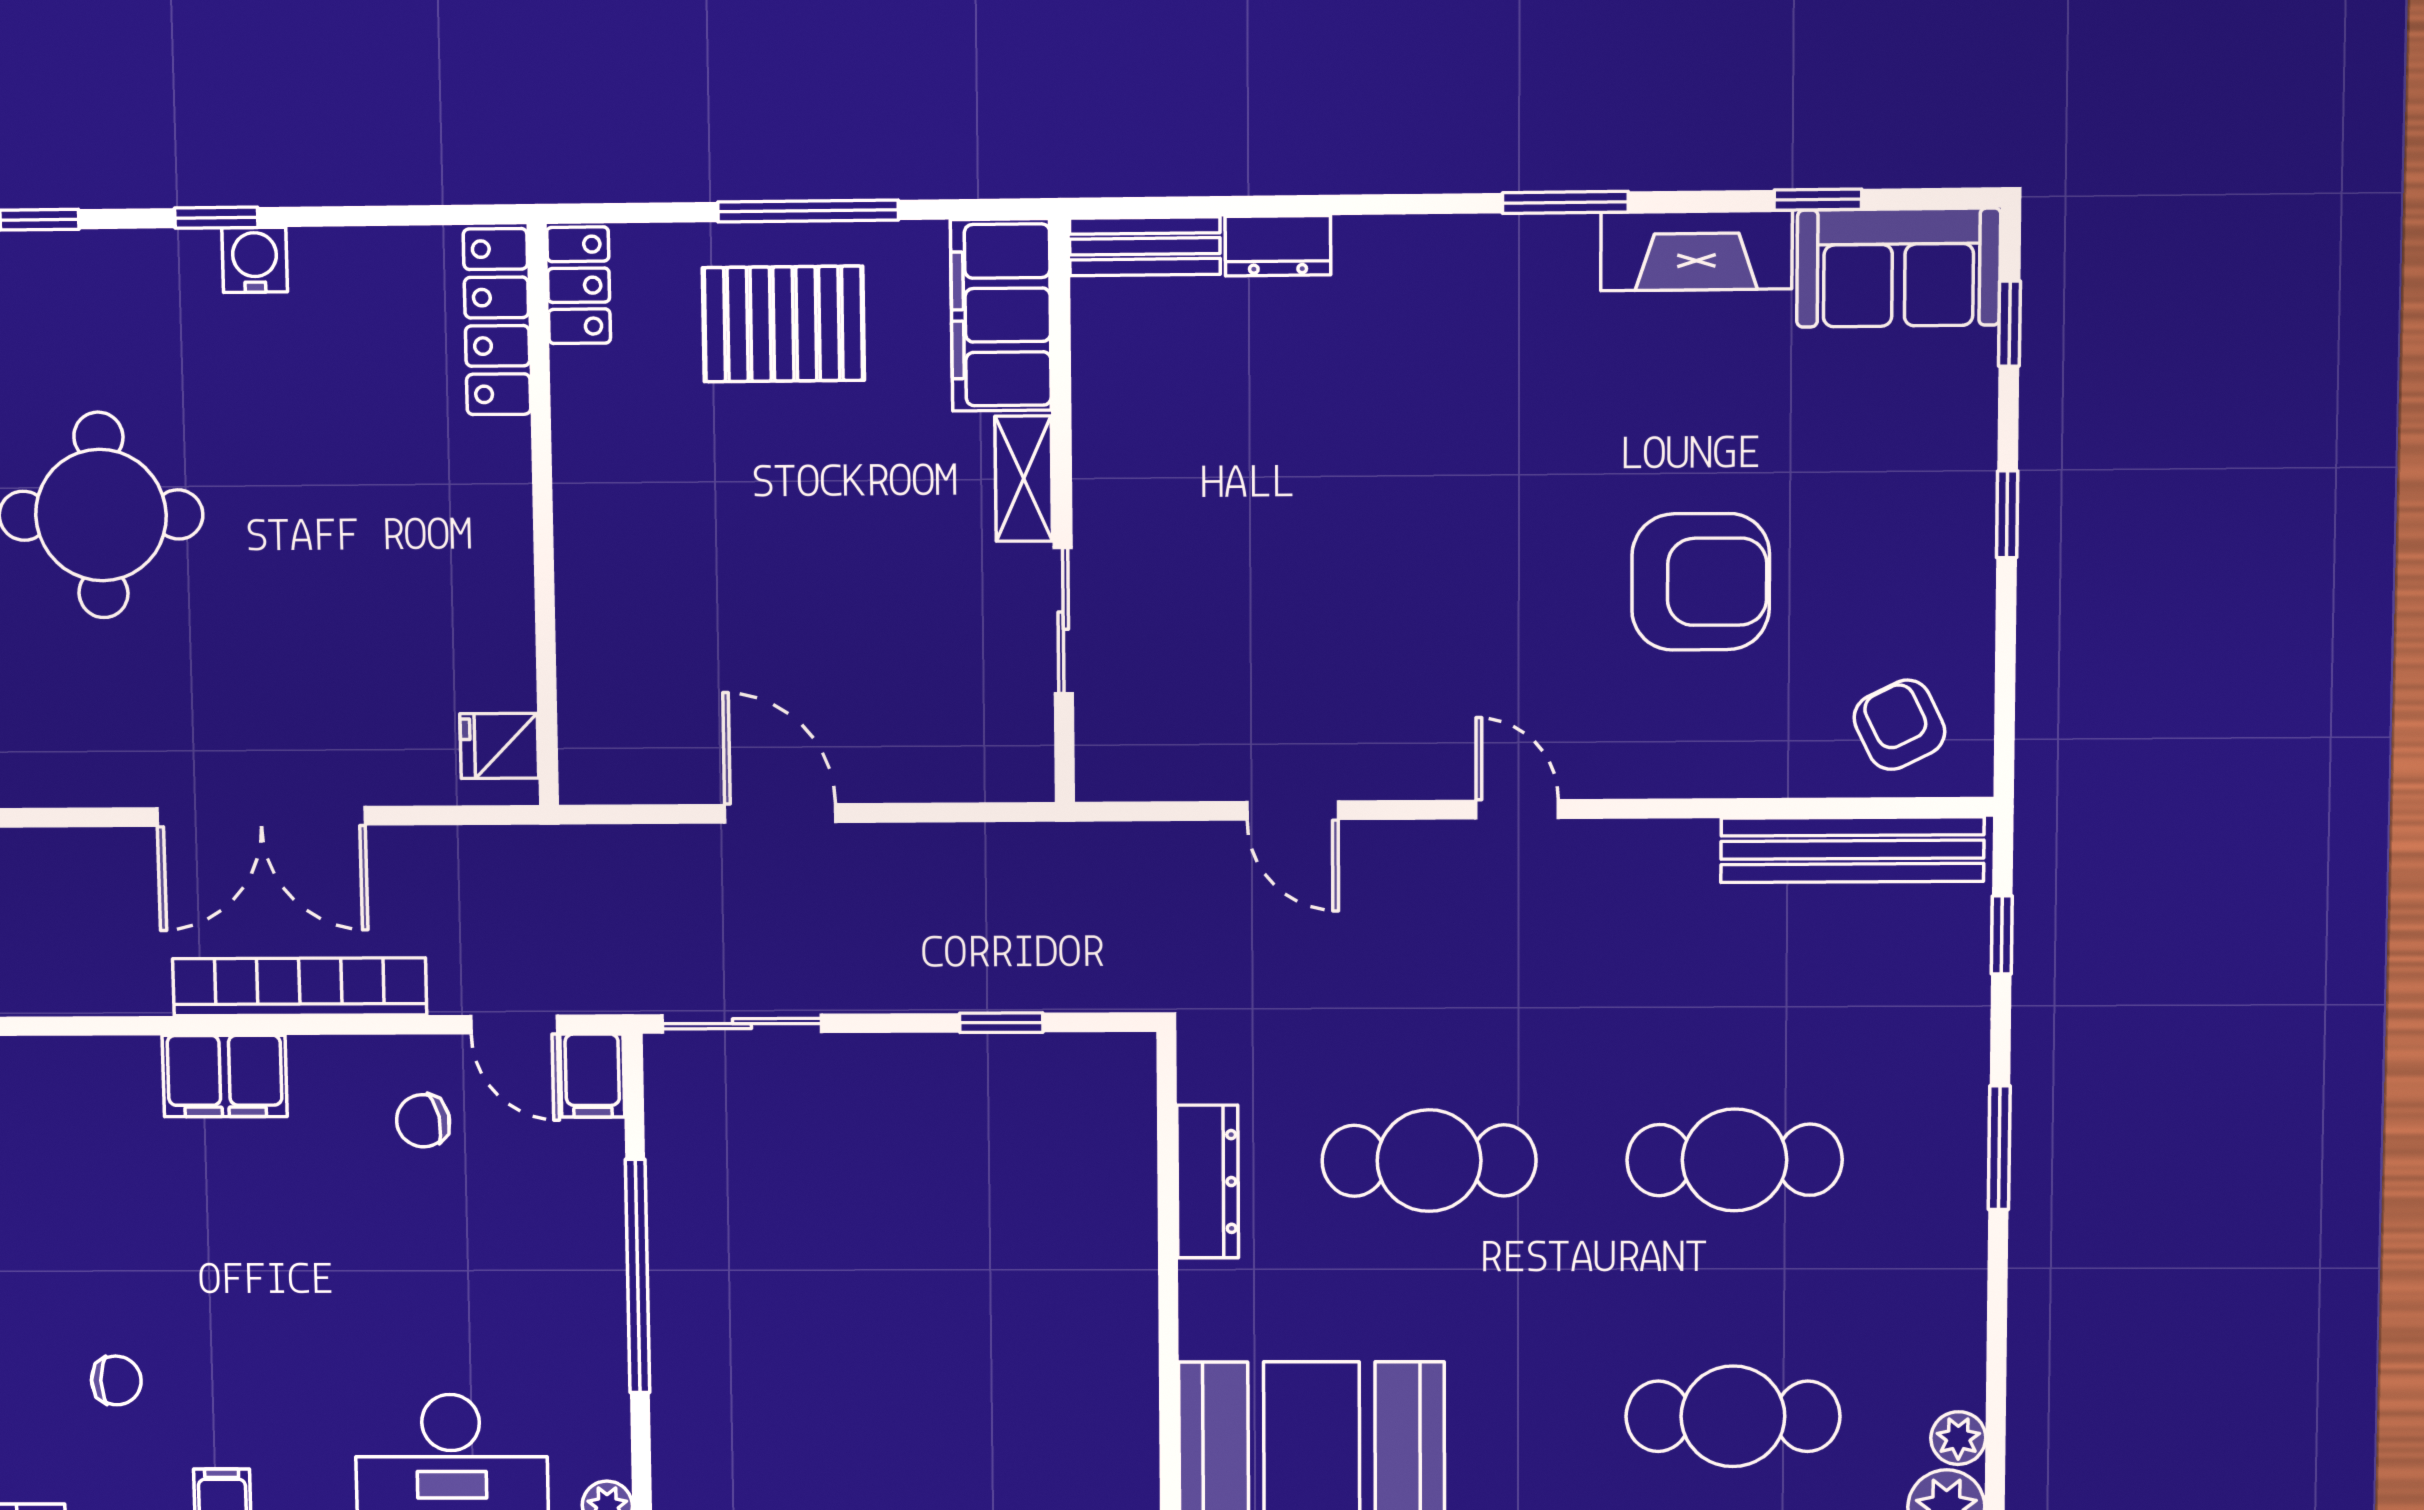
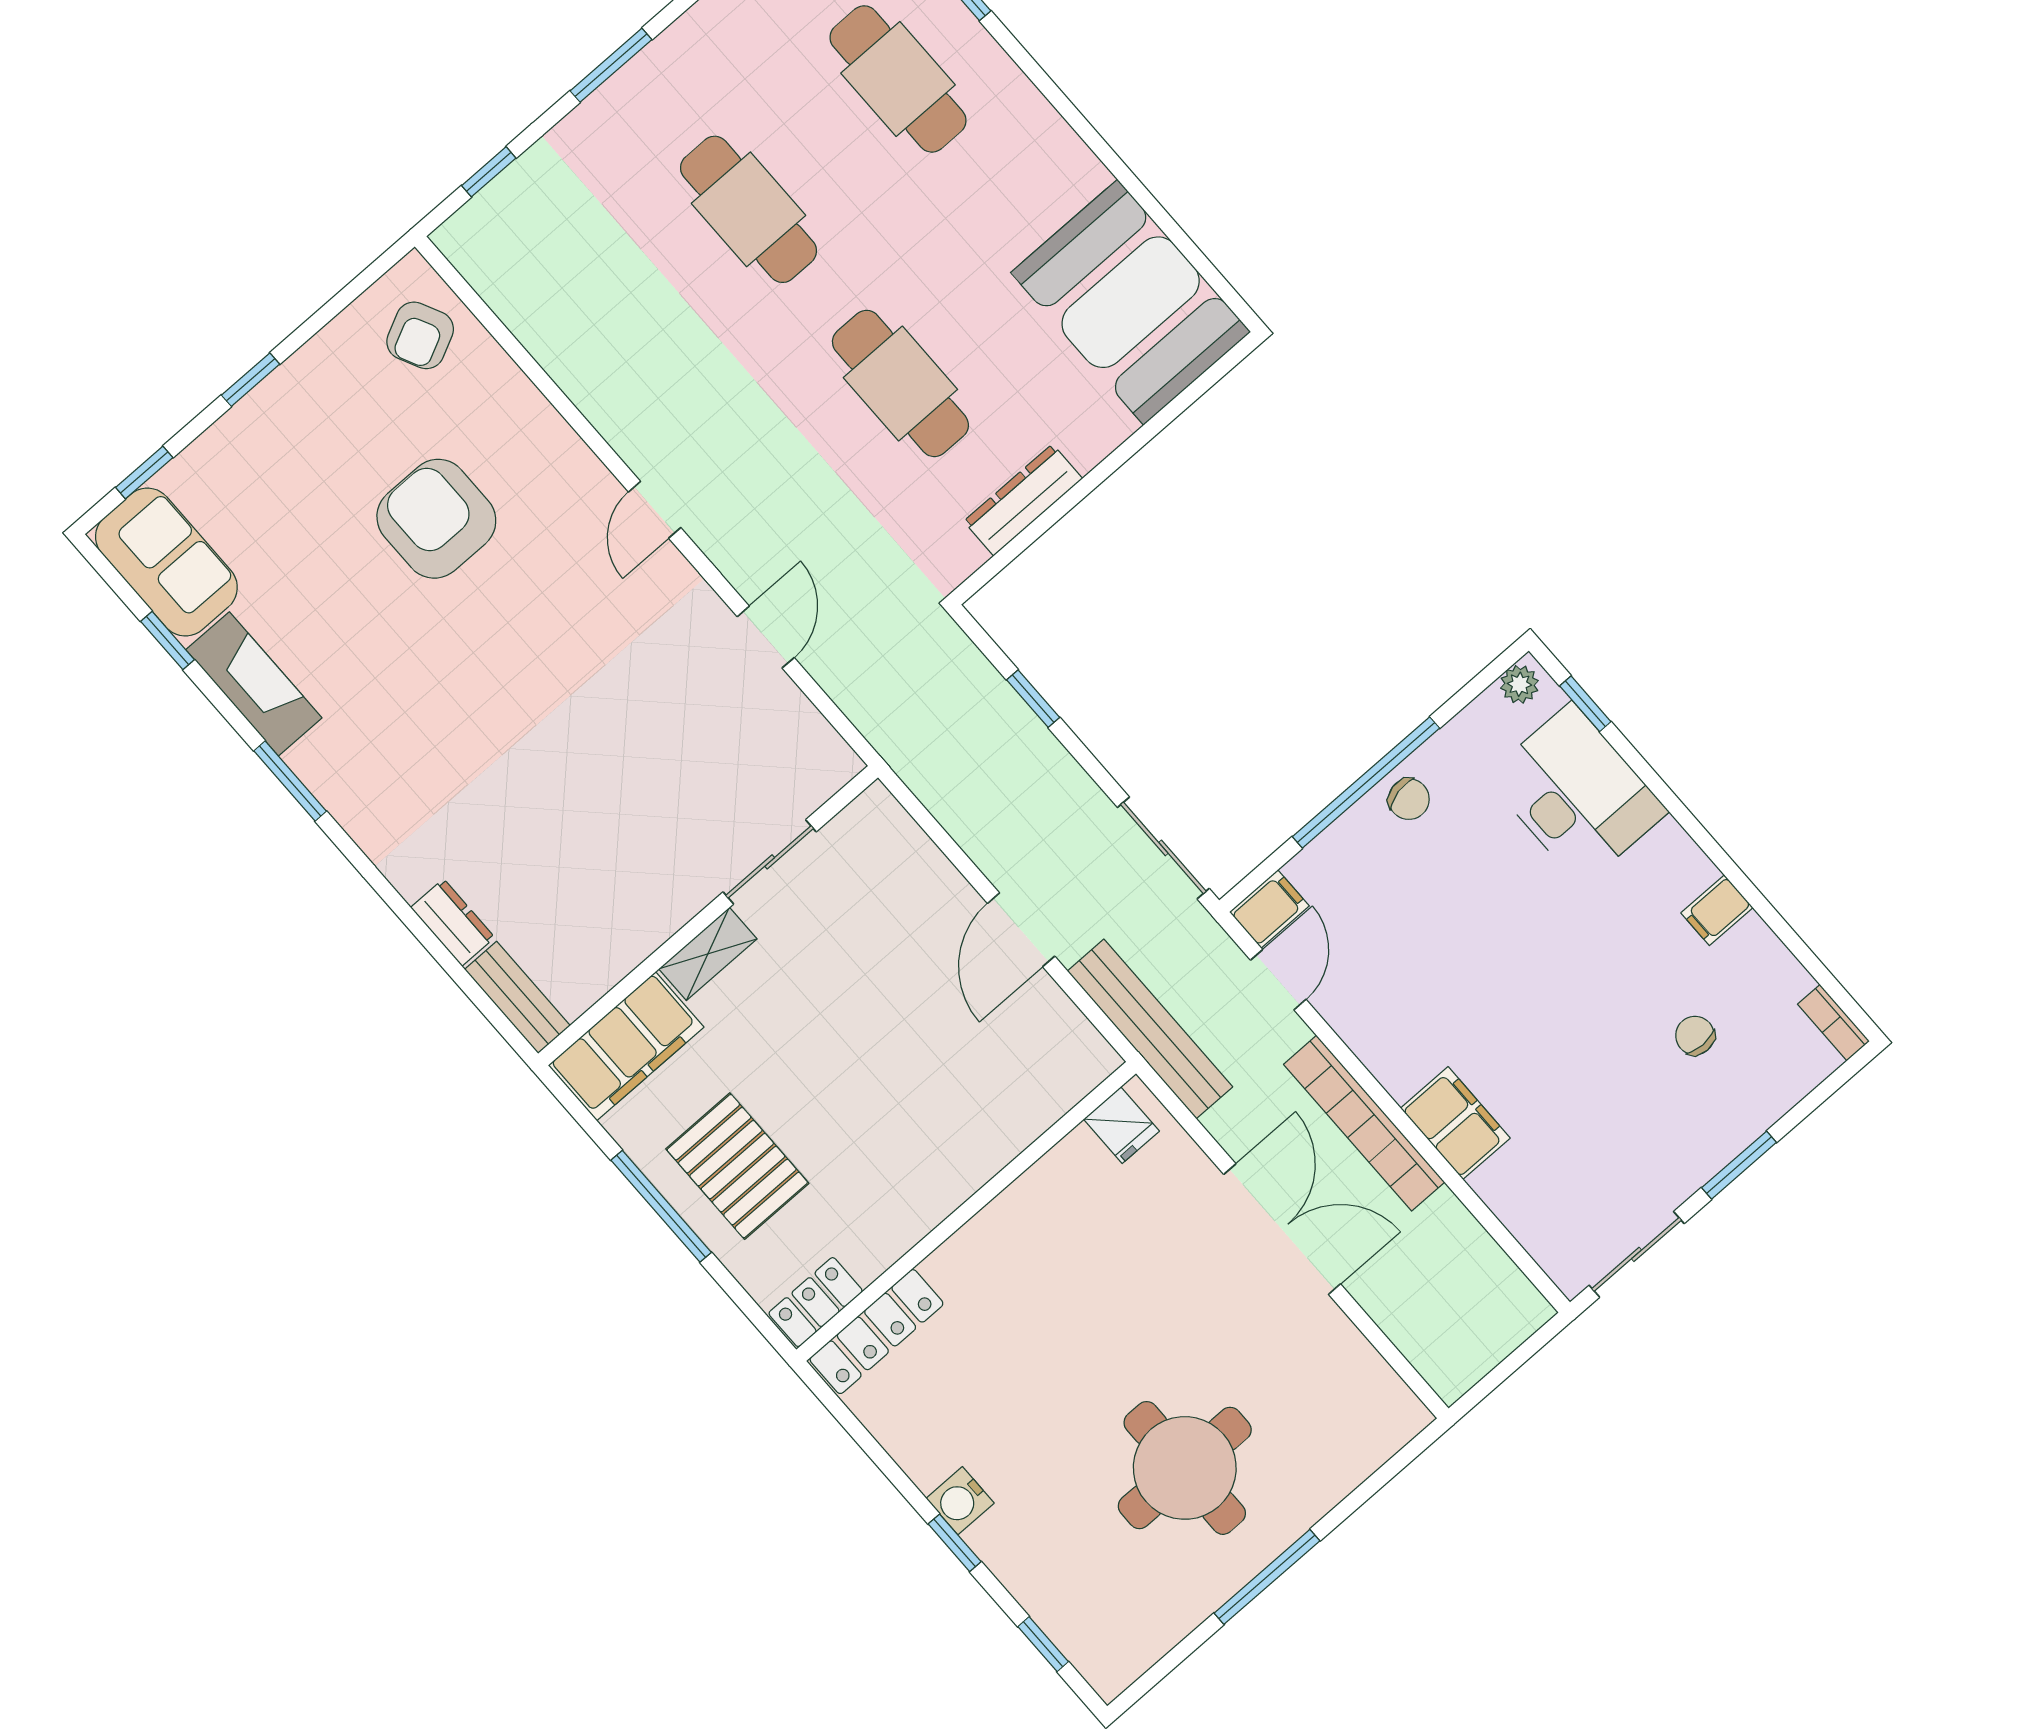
bench: (1852, 850) -> (1150, 1029), moved
chair: (423, 1121) -> (1409, 799), moved

